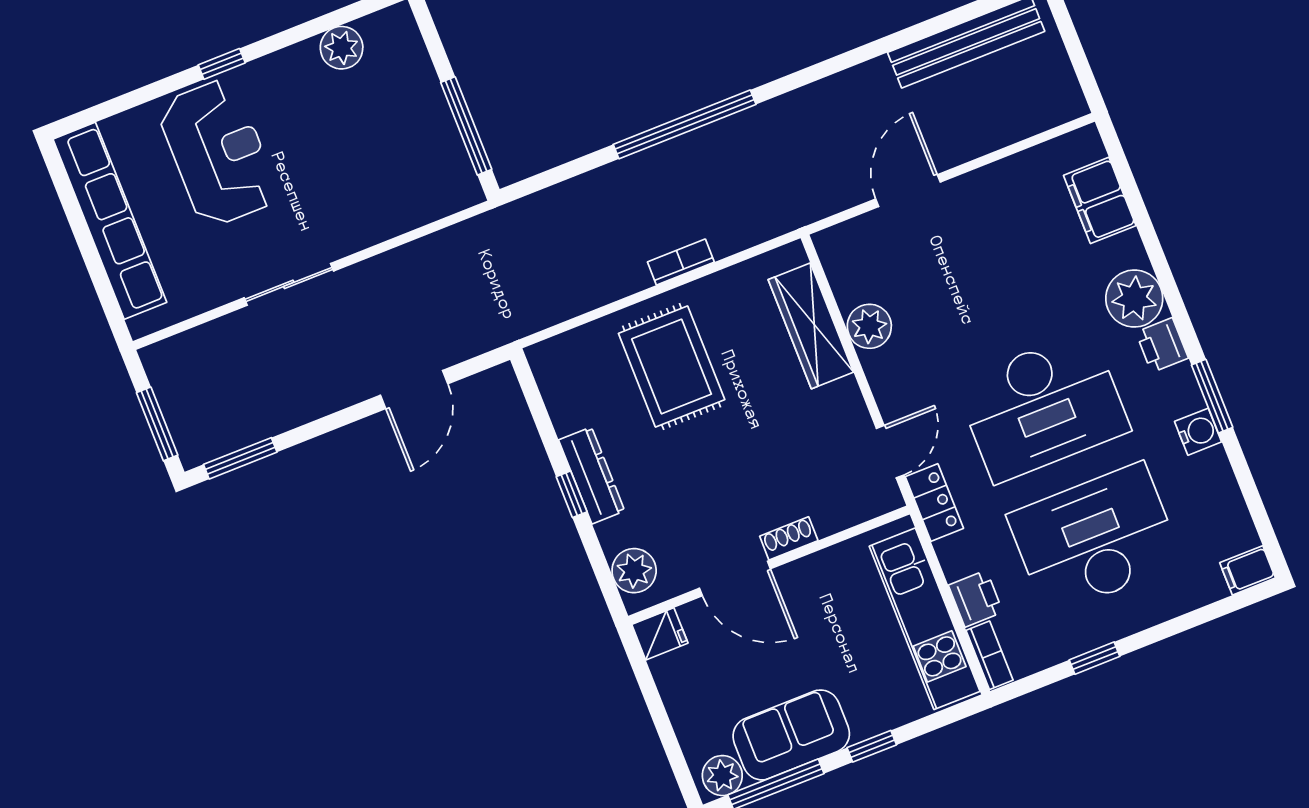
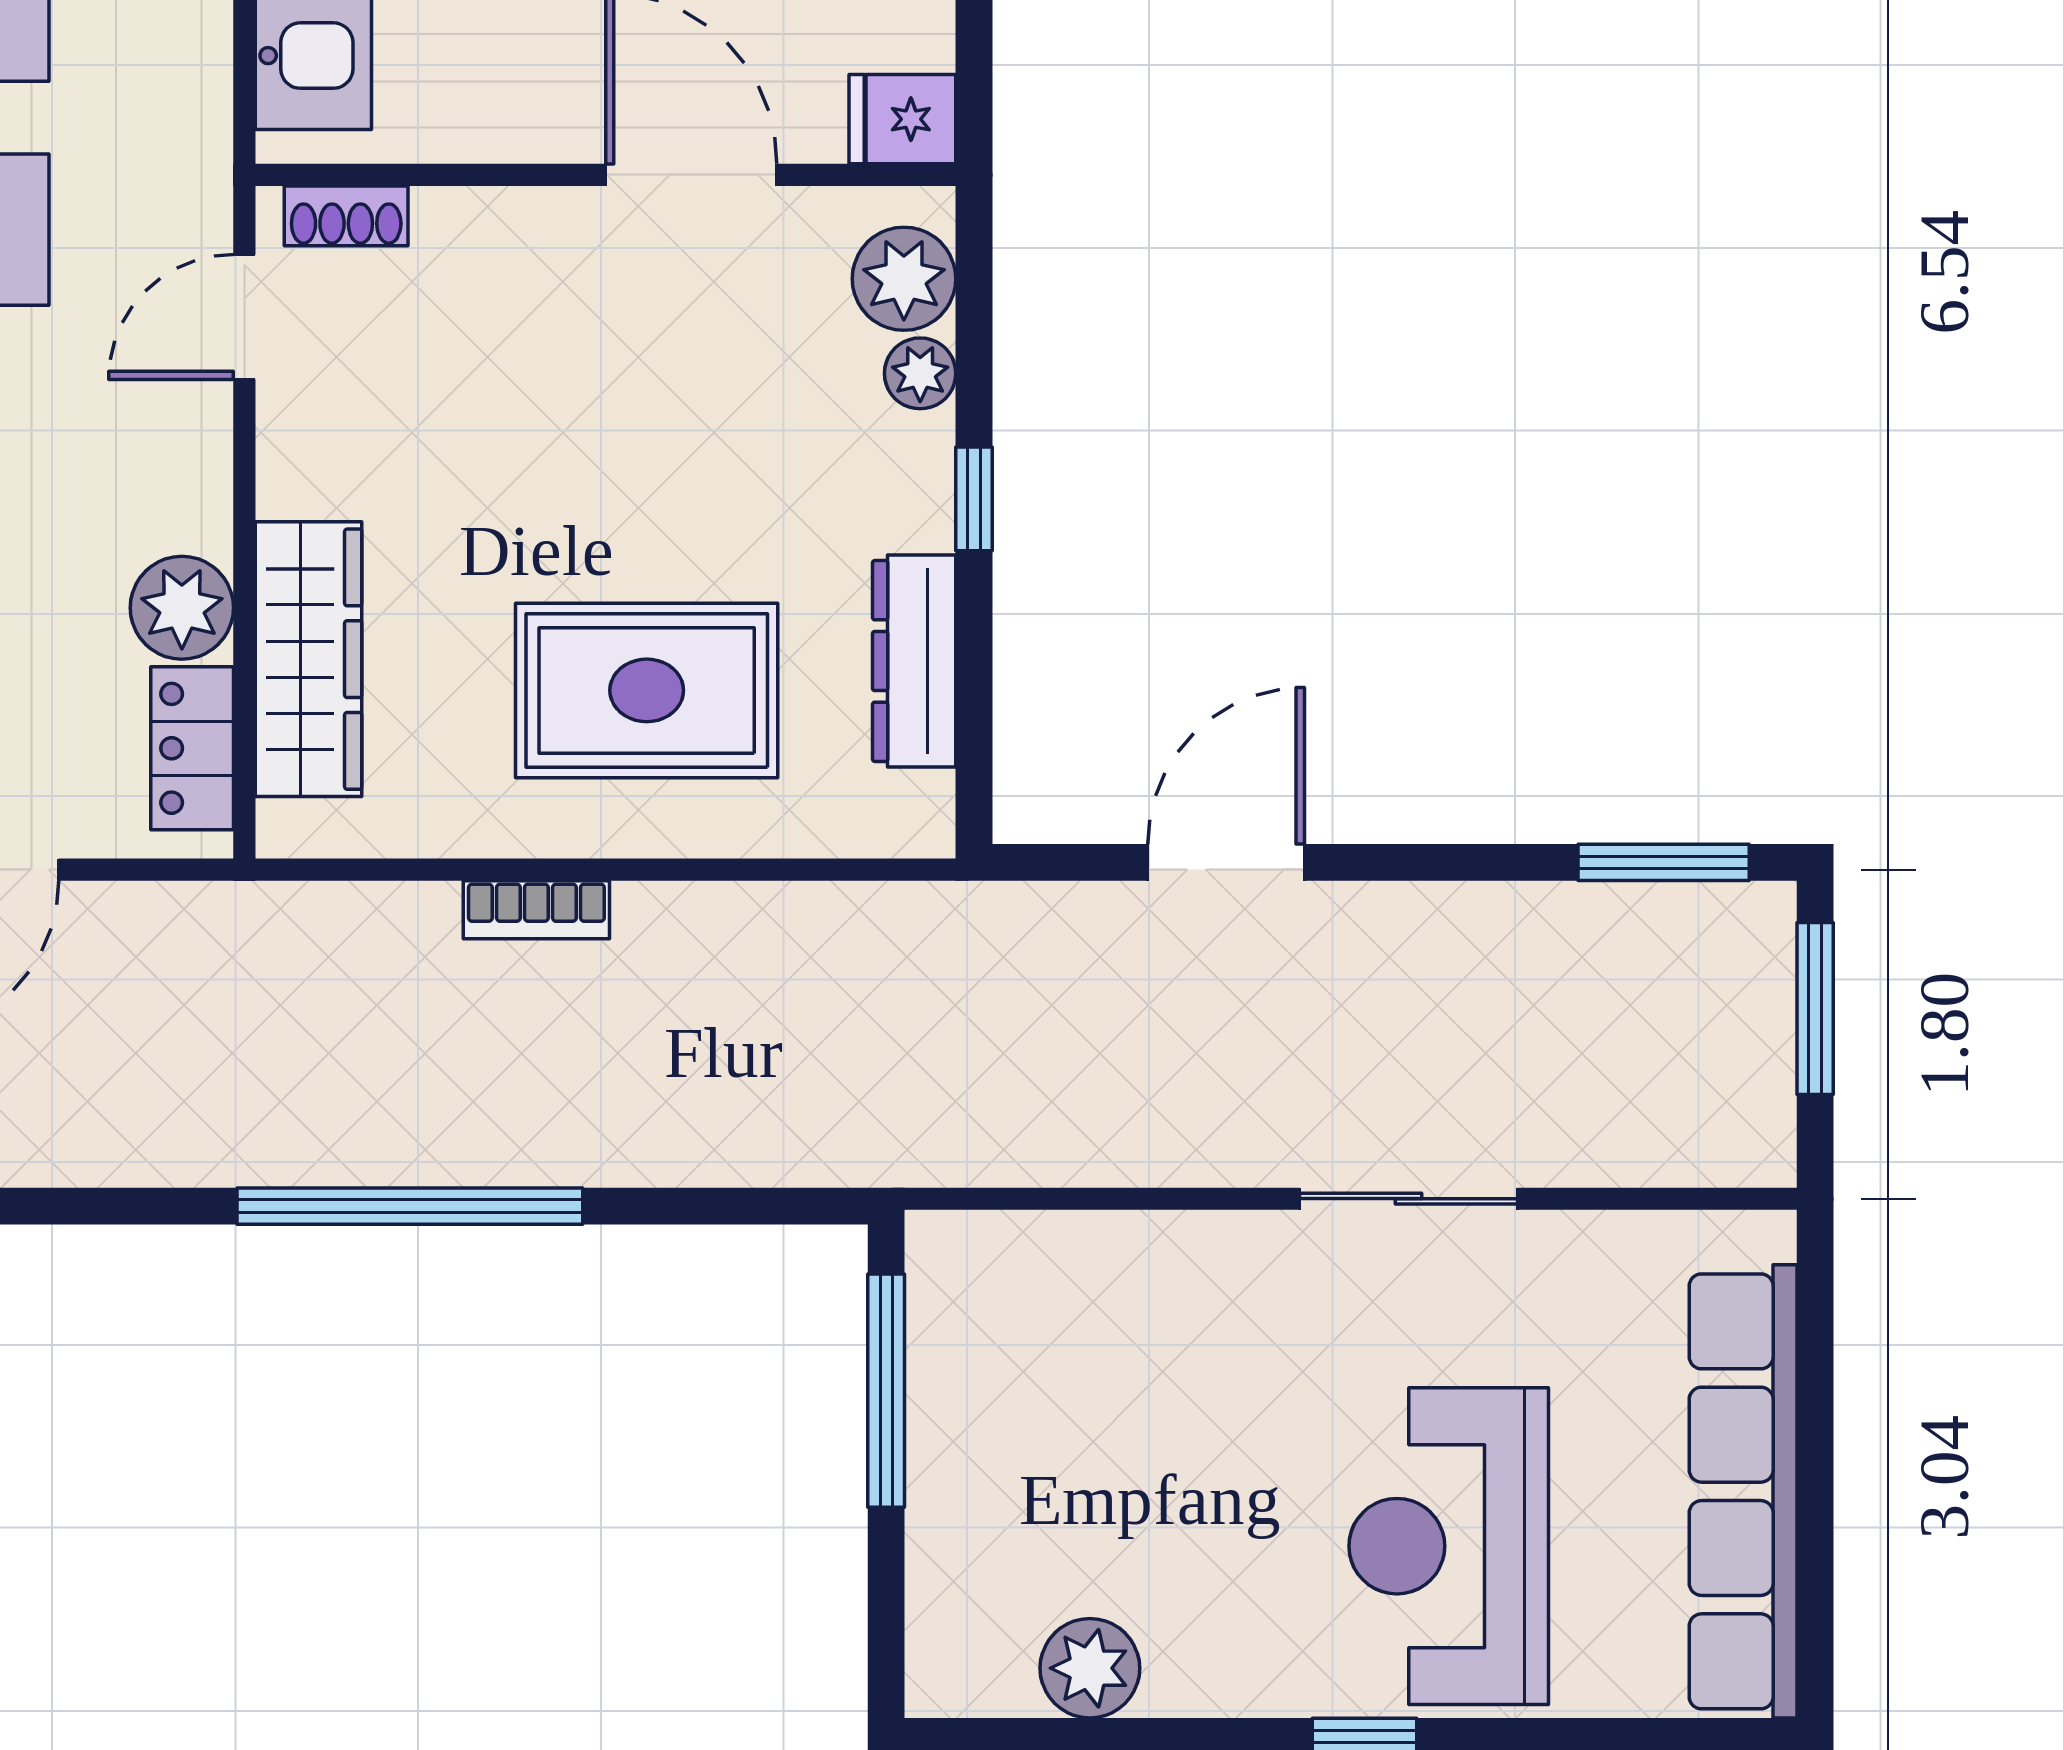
rug: (672, 367) -> (647, 690), turned 90
dresser: (592, 475) -> (914, 661), moved
locker: (934, 503) -> (192, 748), moved
plant: (613, 536) -> (920, 373), added
shoe rack: (789, 538) -> (346, 216), moved

